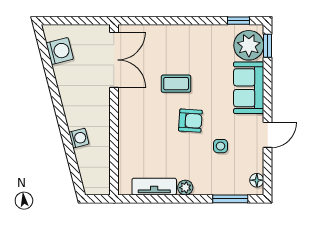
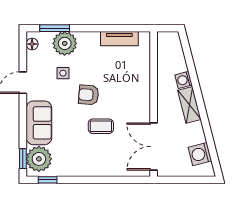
shelving: (72, 109) -> (189, 105), added
plant: (185, 188) -> (65, 43), moved, width x1.88, depth x1.88

